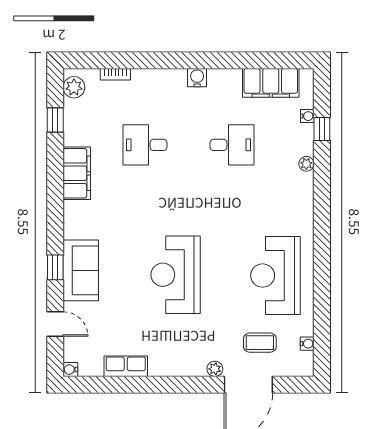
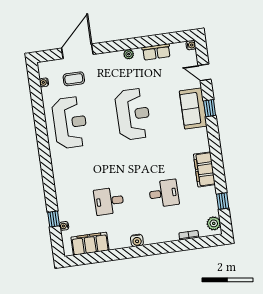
plant: (306, 164) -> (60, 196), removed
plant: (215, 369) -> (129, 54), moved

